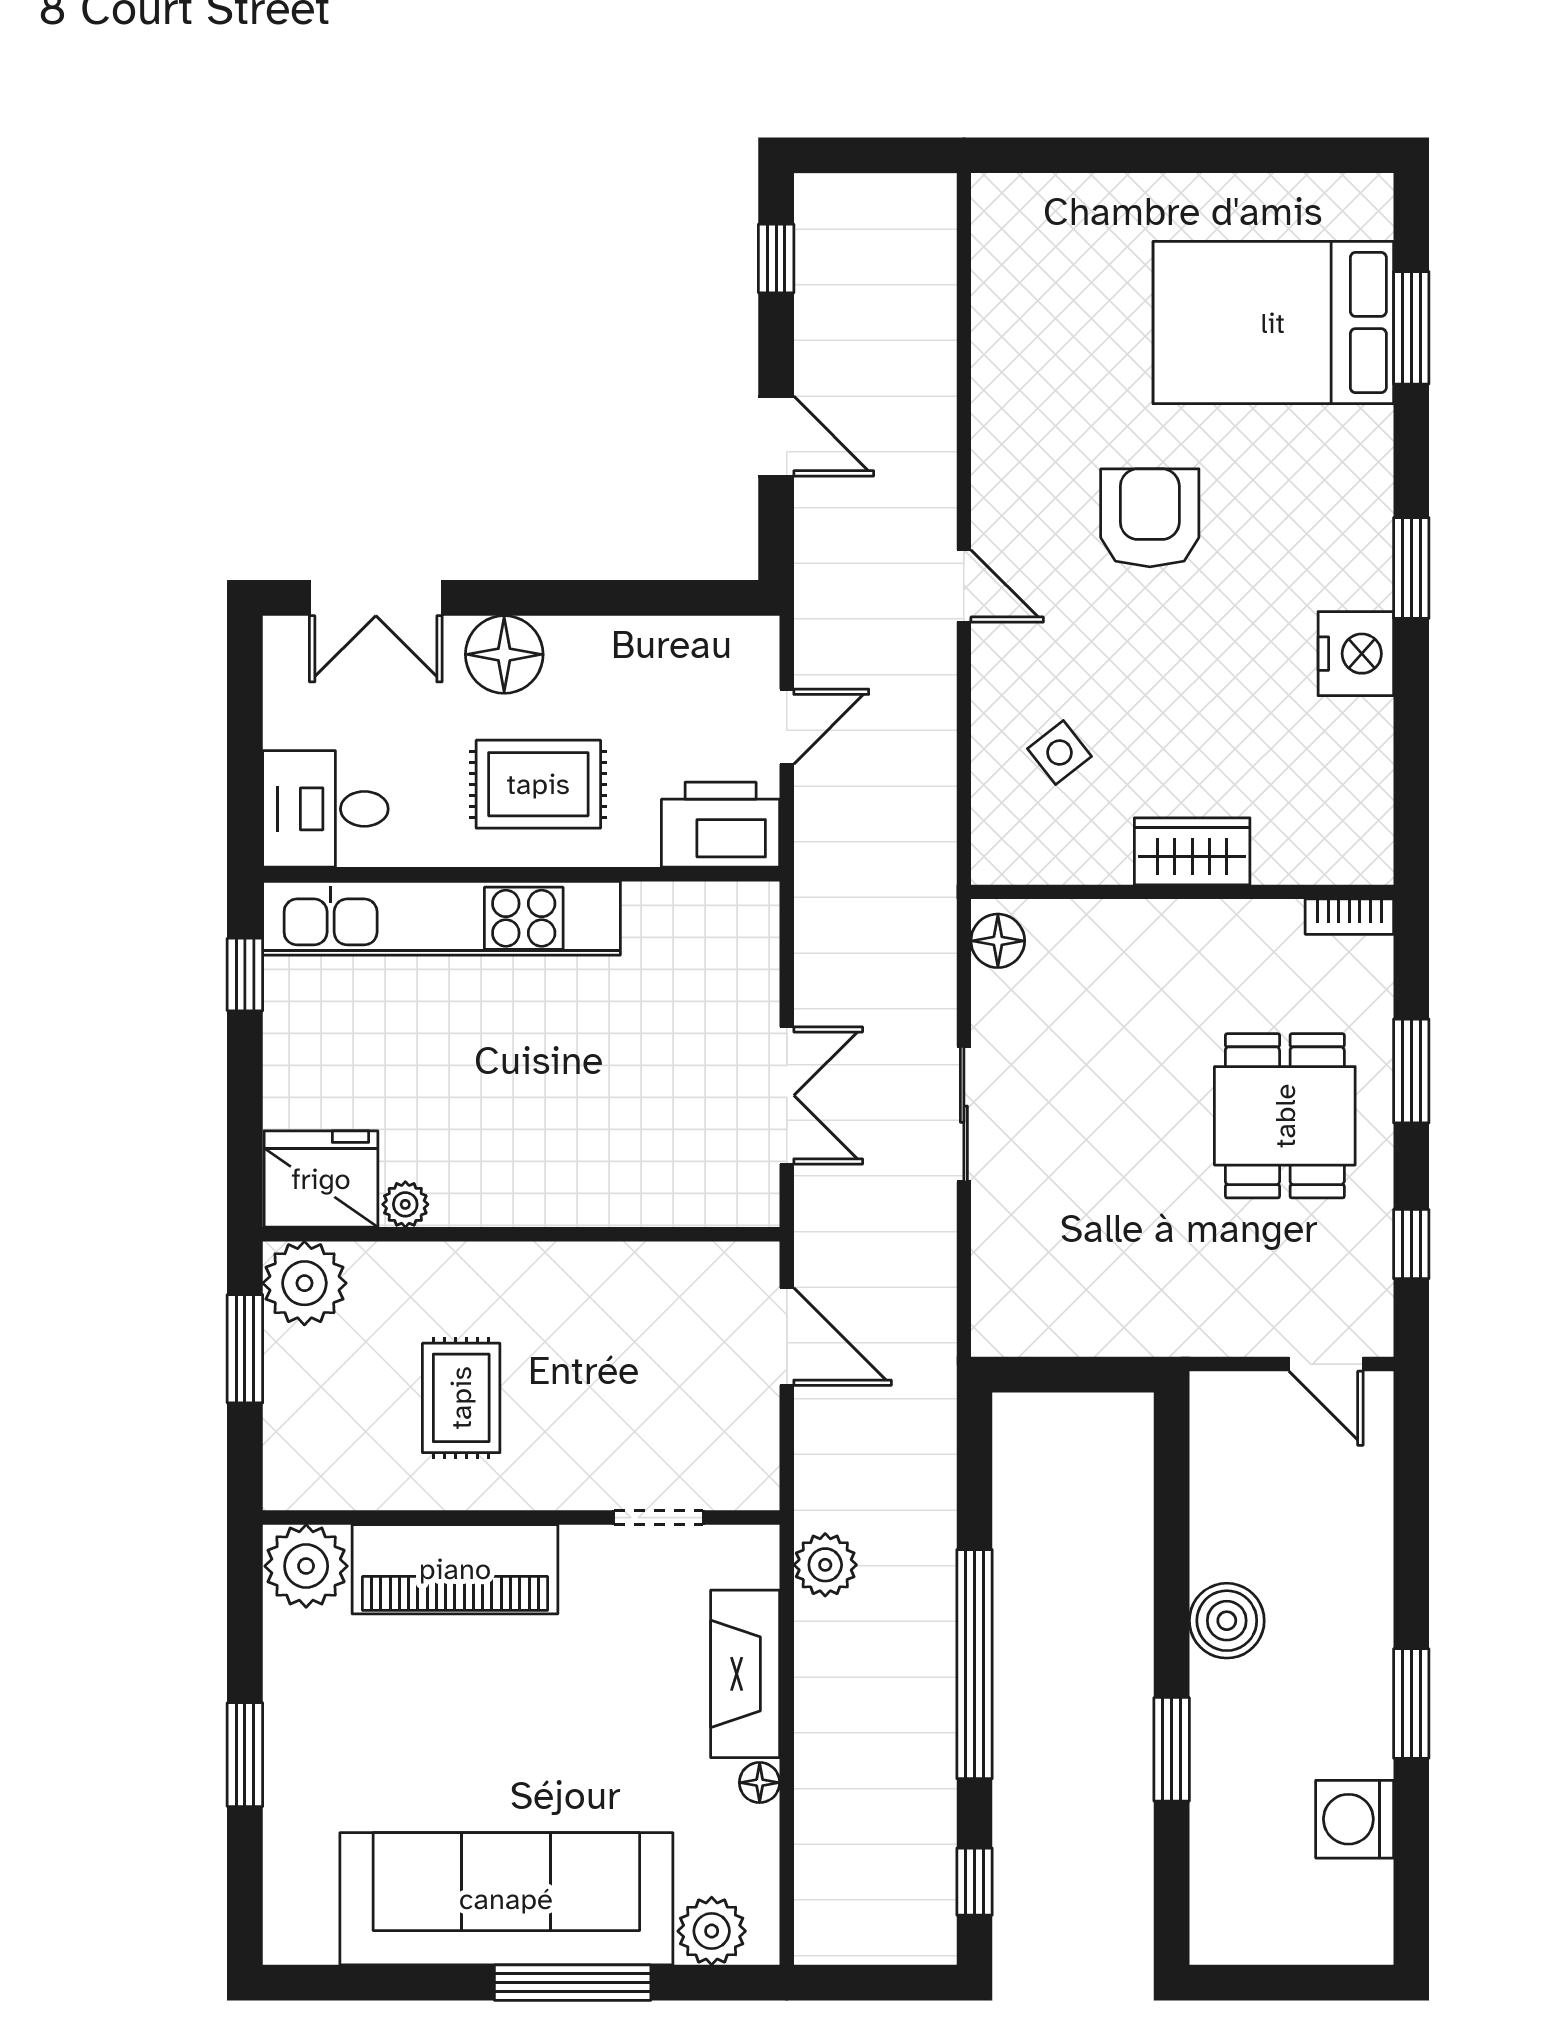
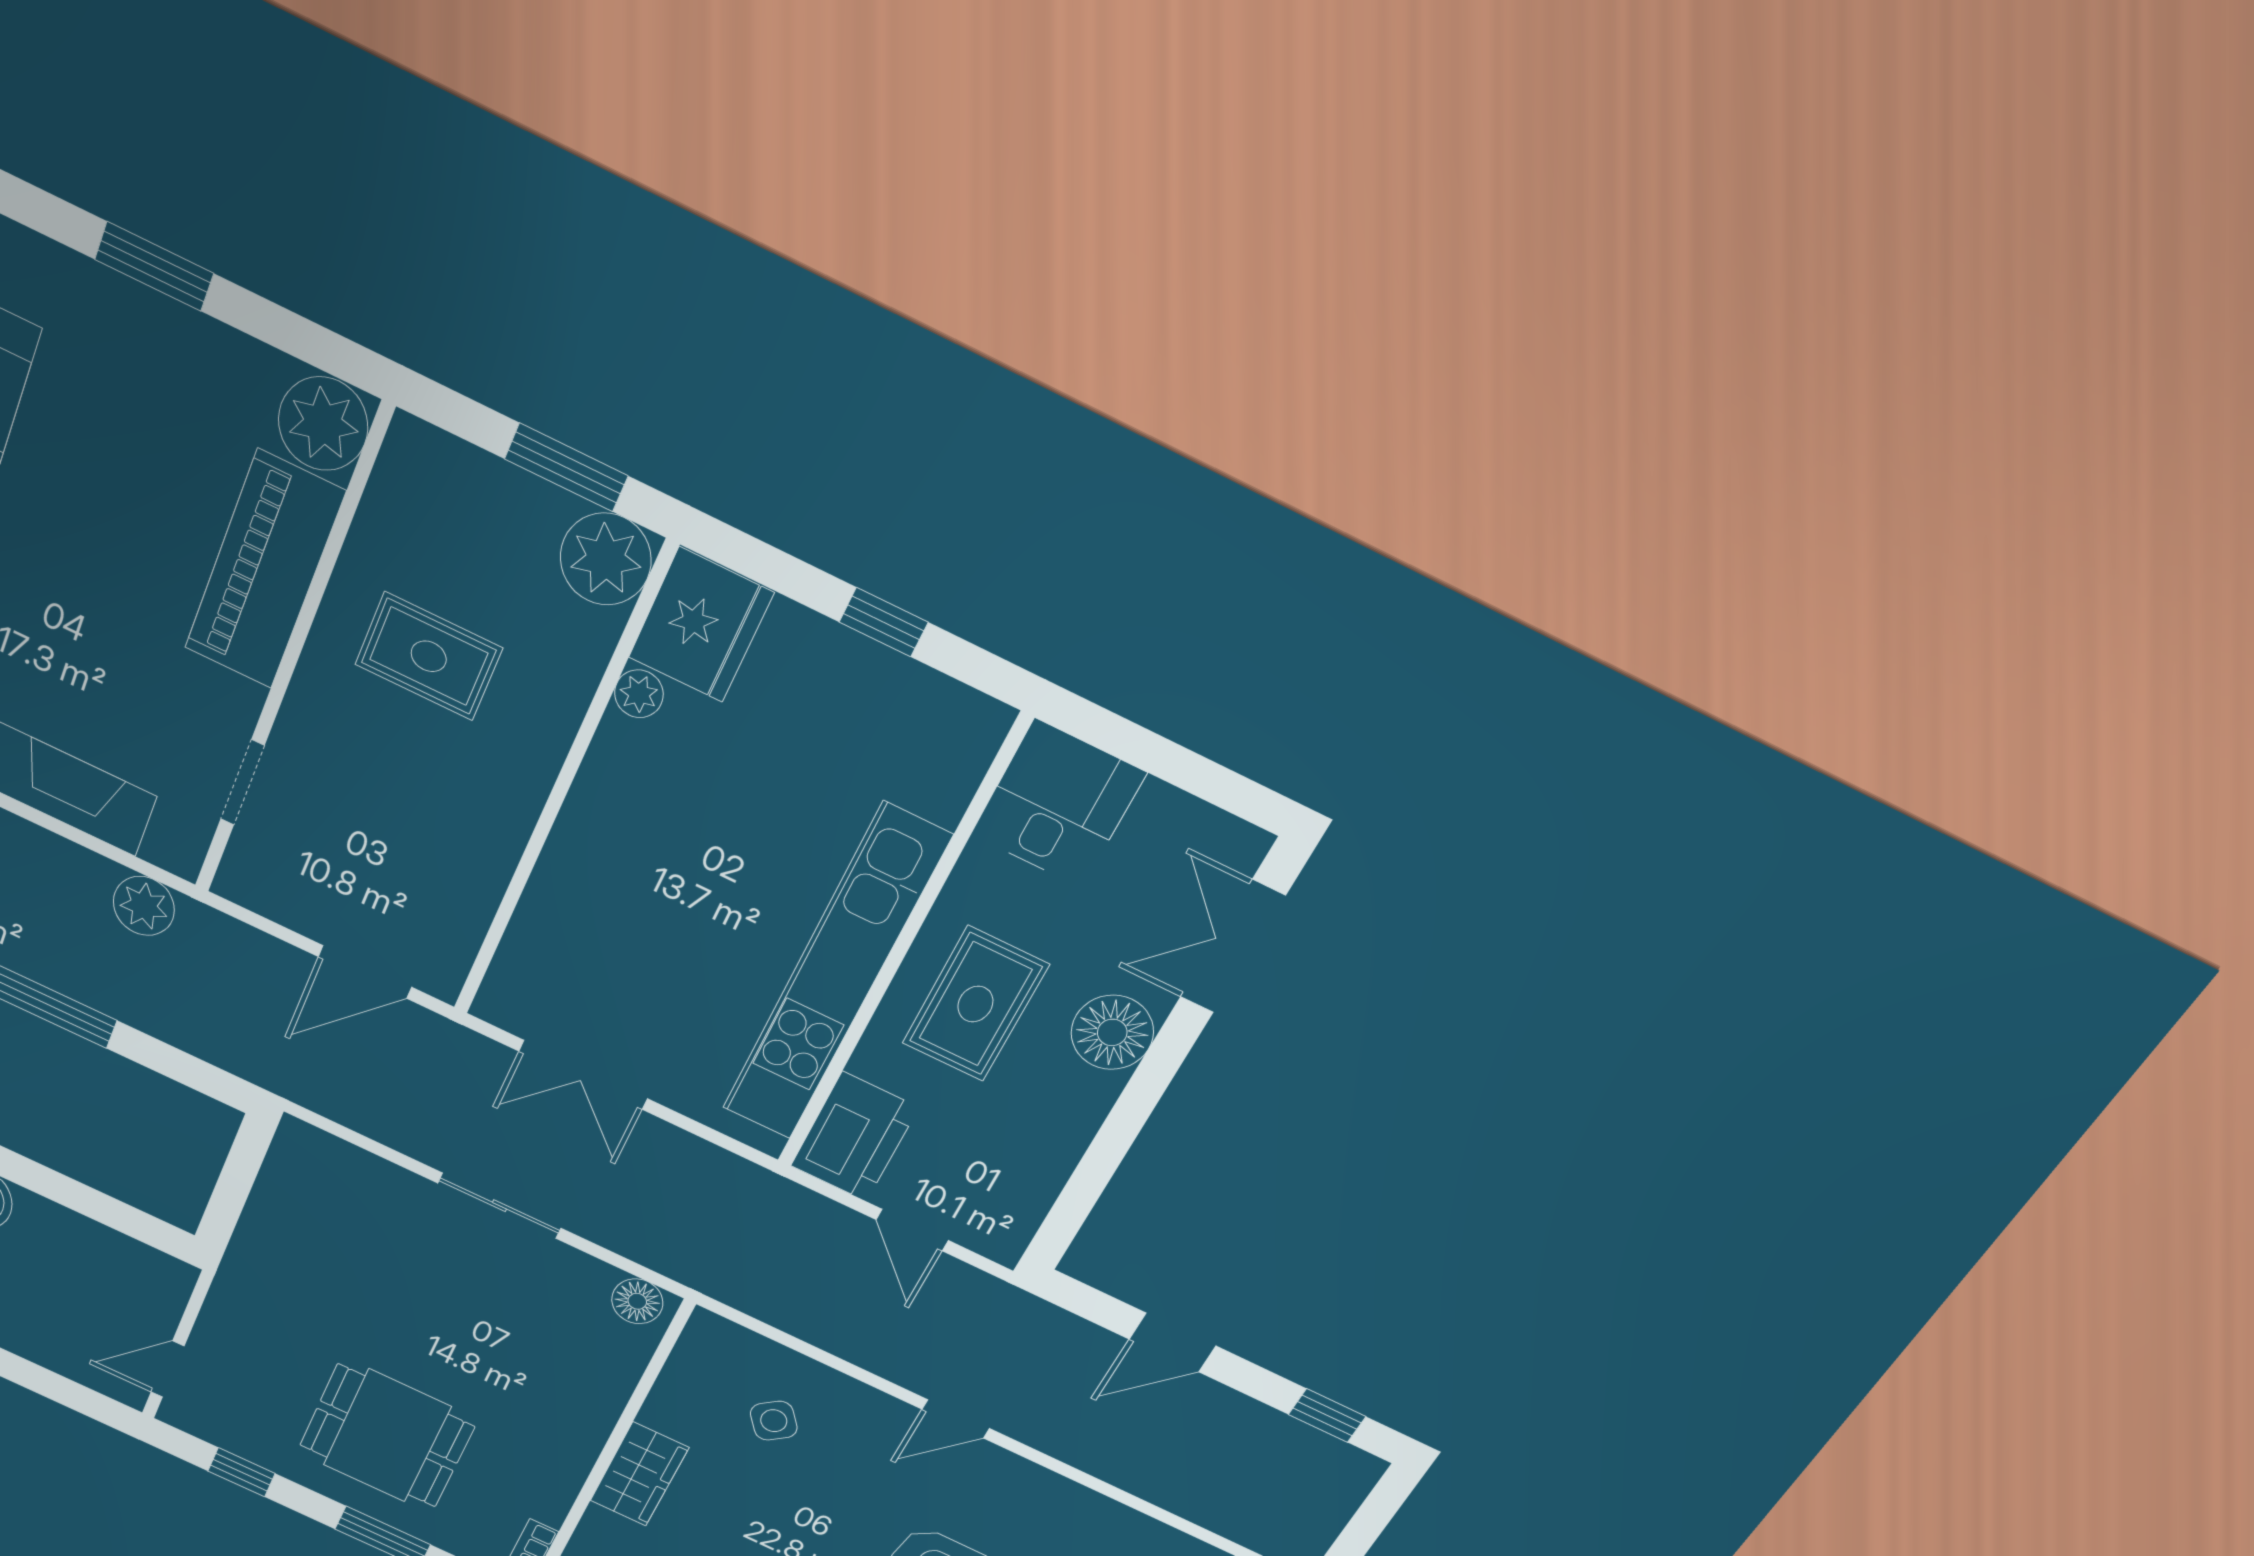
kitchen unit: (441, 918) -> (835, 975), moved
window: (245, 975) -> (884, 622), moved

